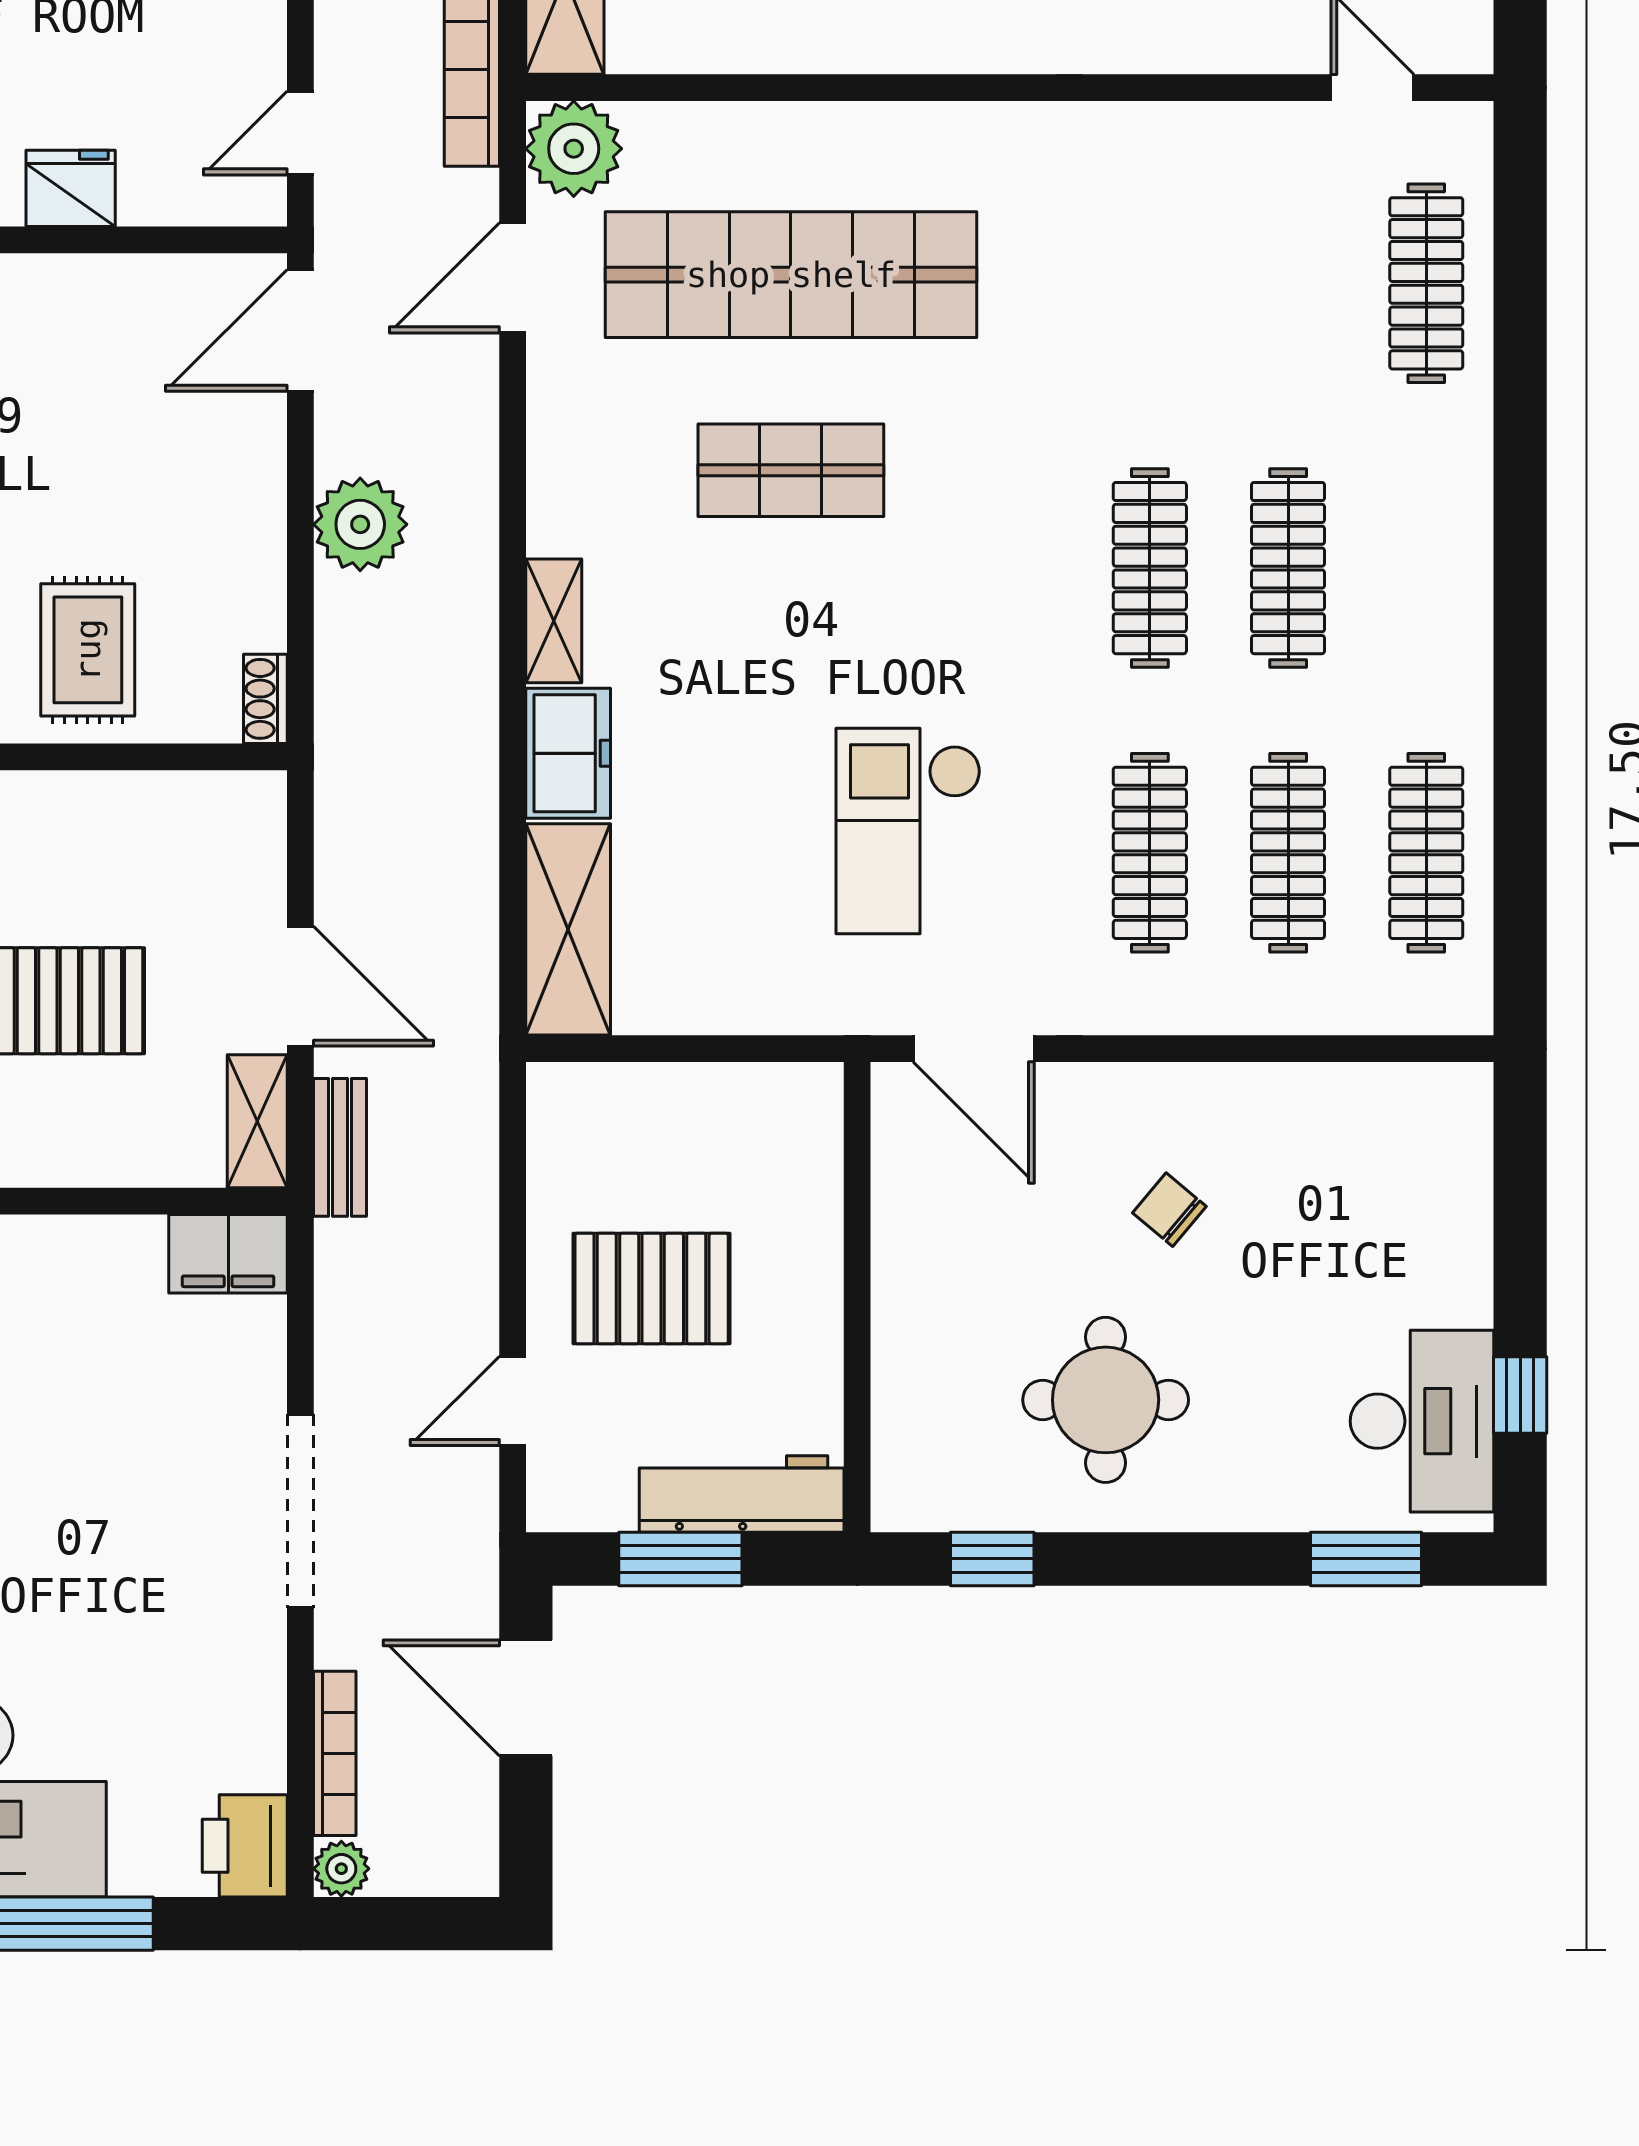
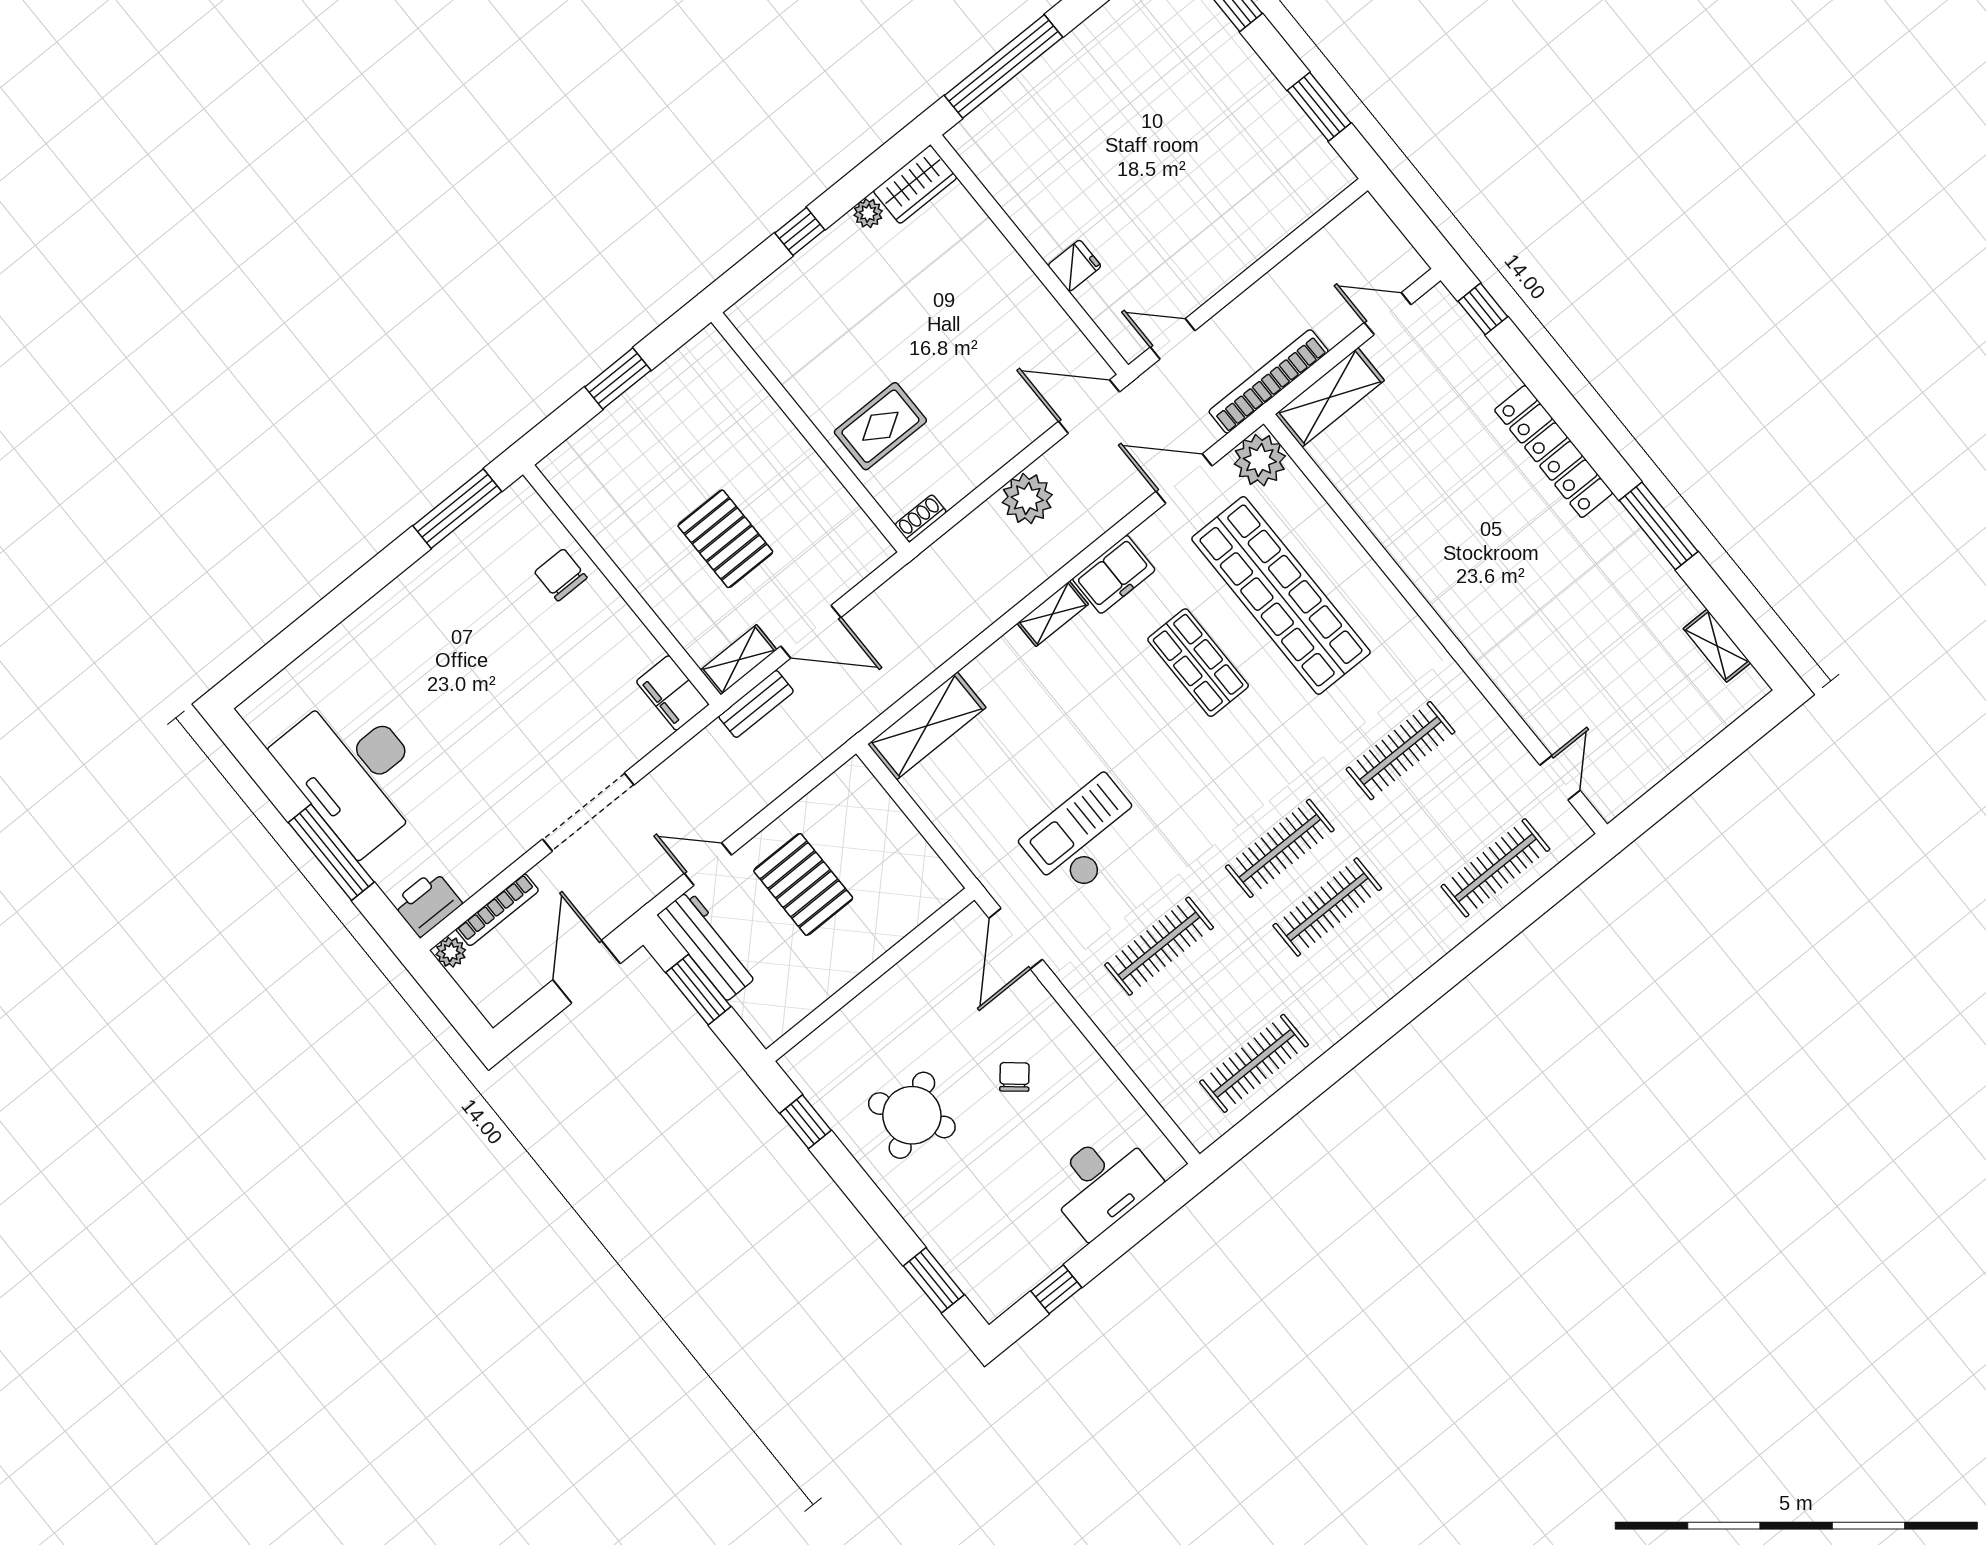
fridge: (71, 188) -> (1074, 266), width x0.72
freezer: (568, 753) -> (1114, 574), moved
clothes rail: (1288, 853) -> (1401, 751), moved
door: (300, 986) -> (811, 632), hinge flipped
round table: (1106, 1400) -> (912, 1115), turned -31
desk: (1422, 1421) -> (1103, 1183), moved
workbench: (742, 1494) -> (708, 945), moved

